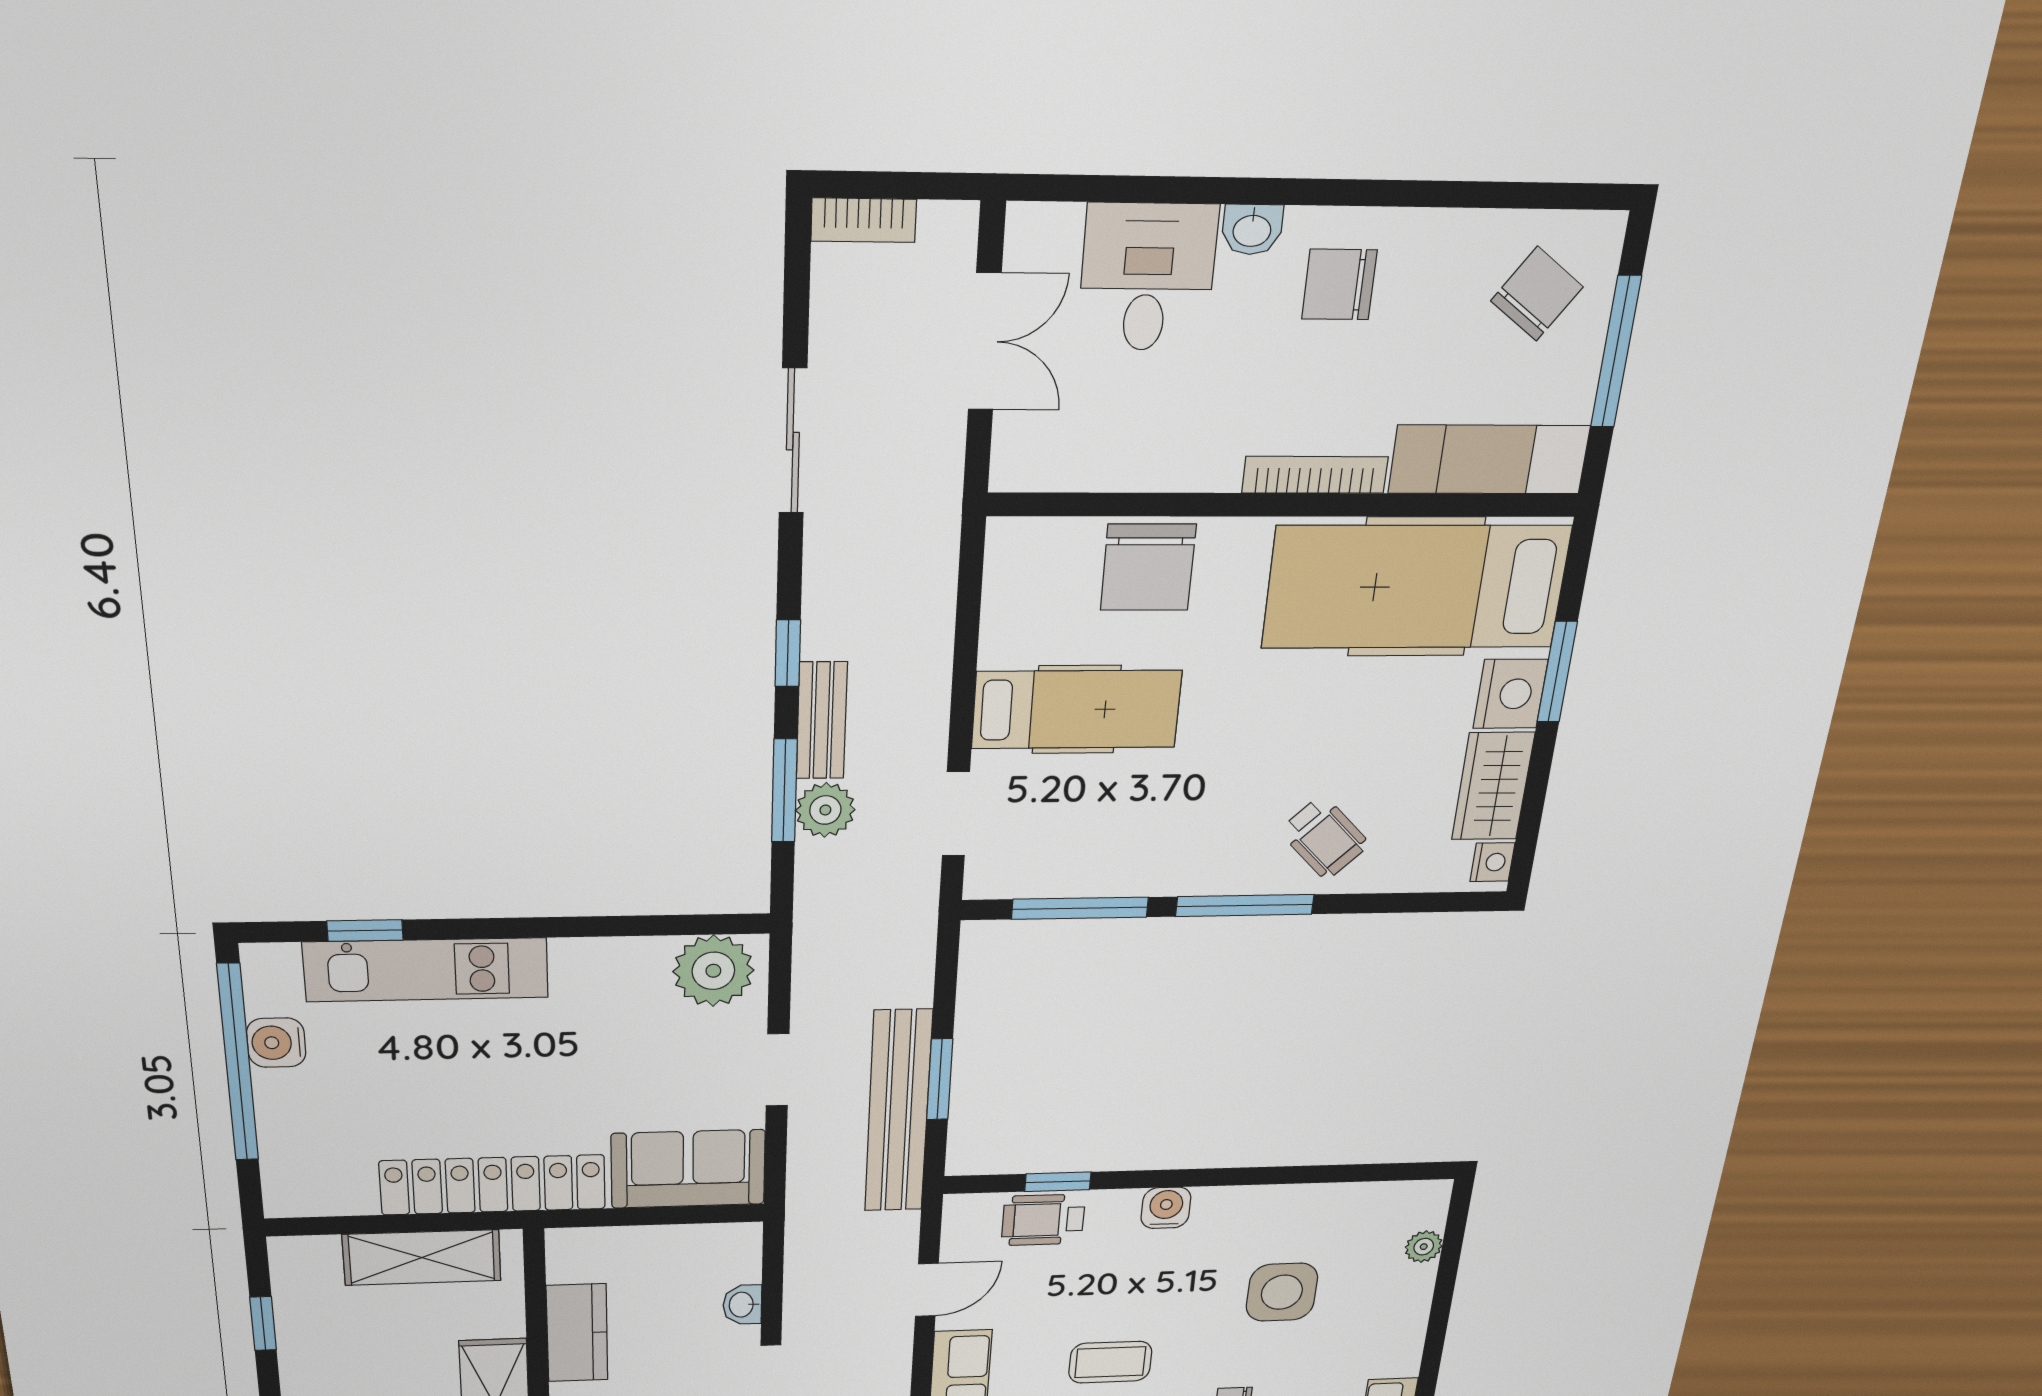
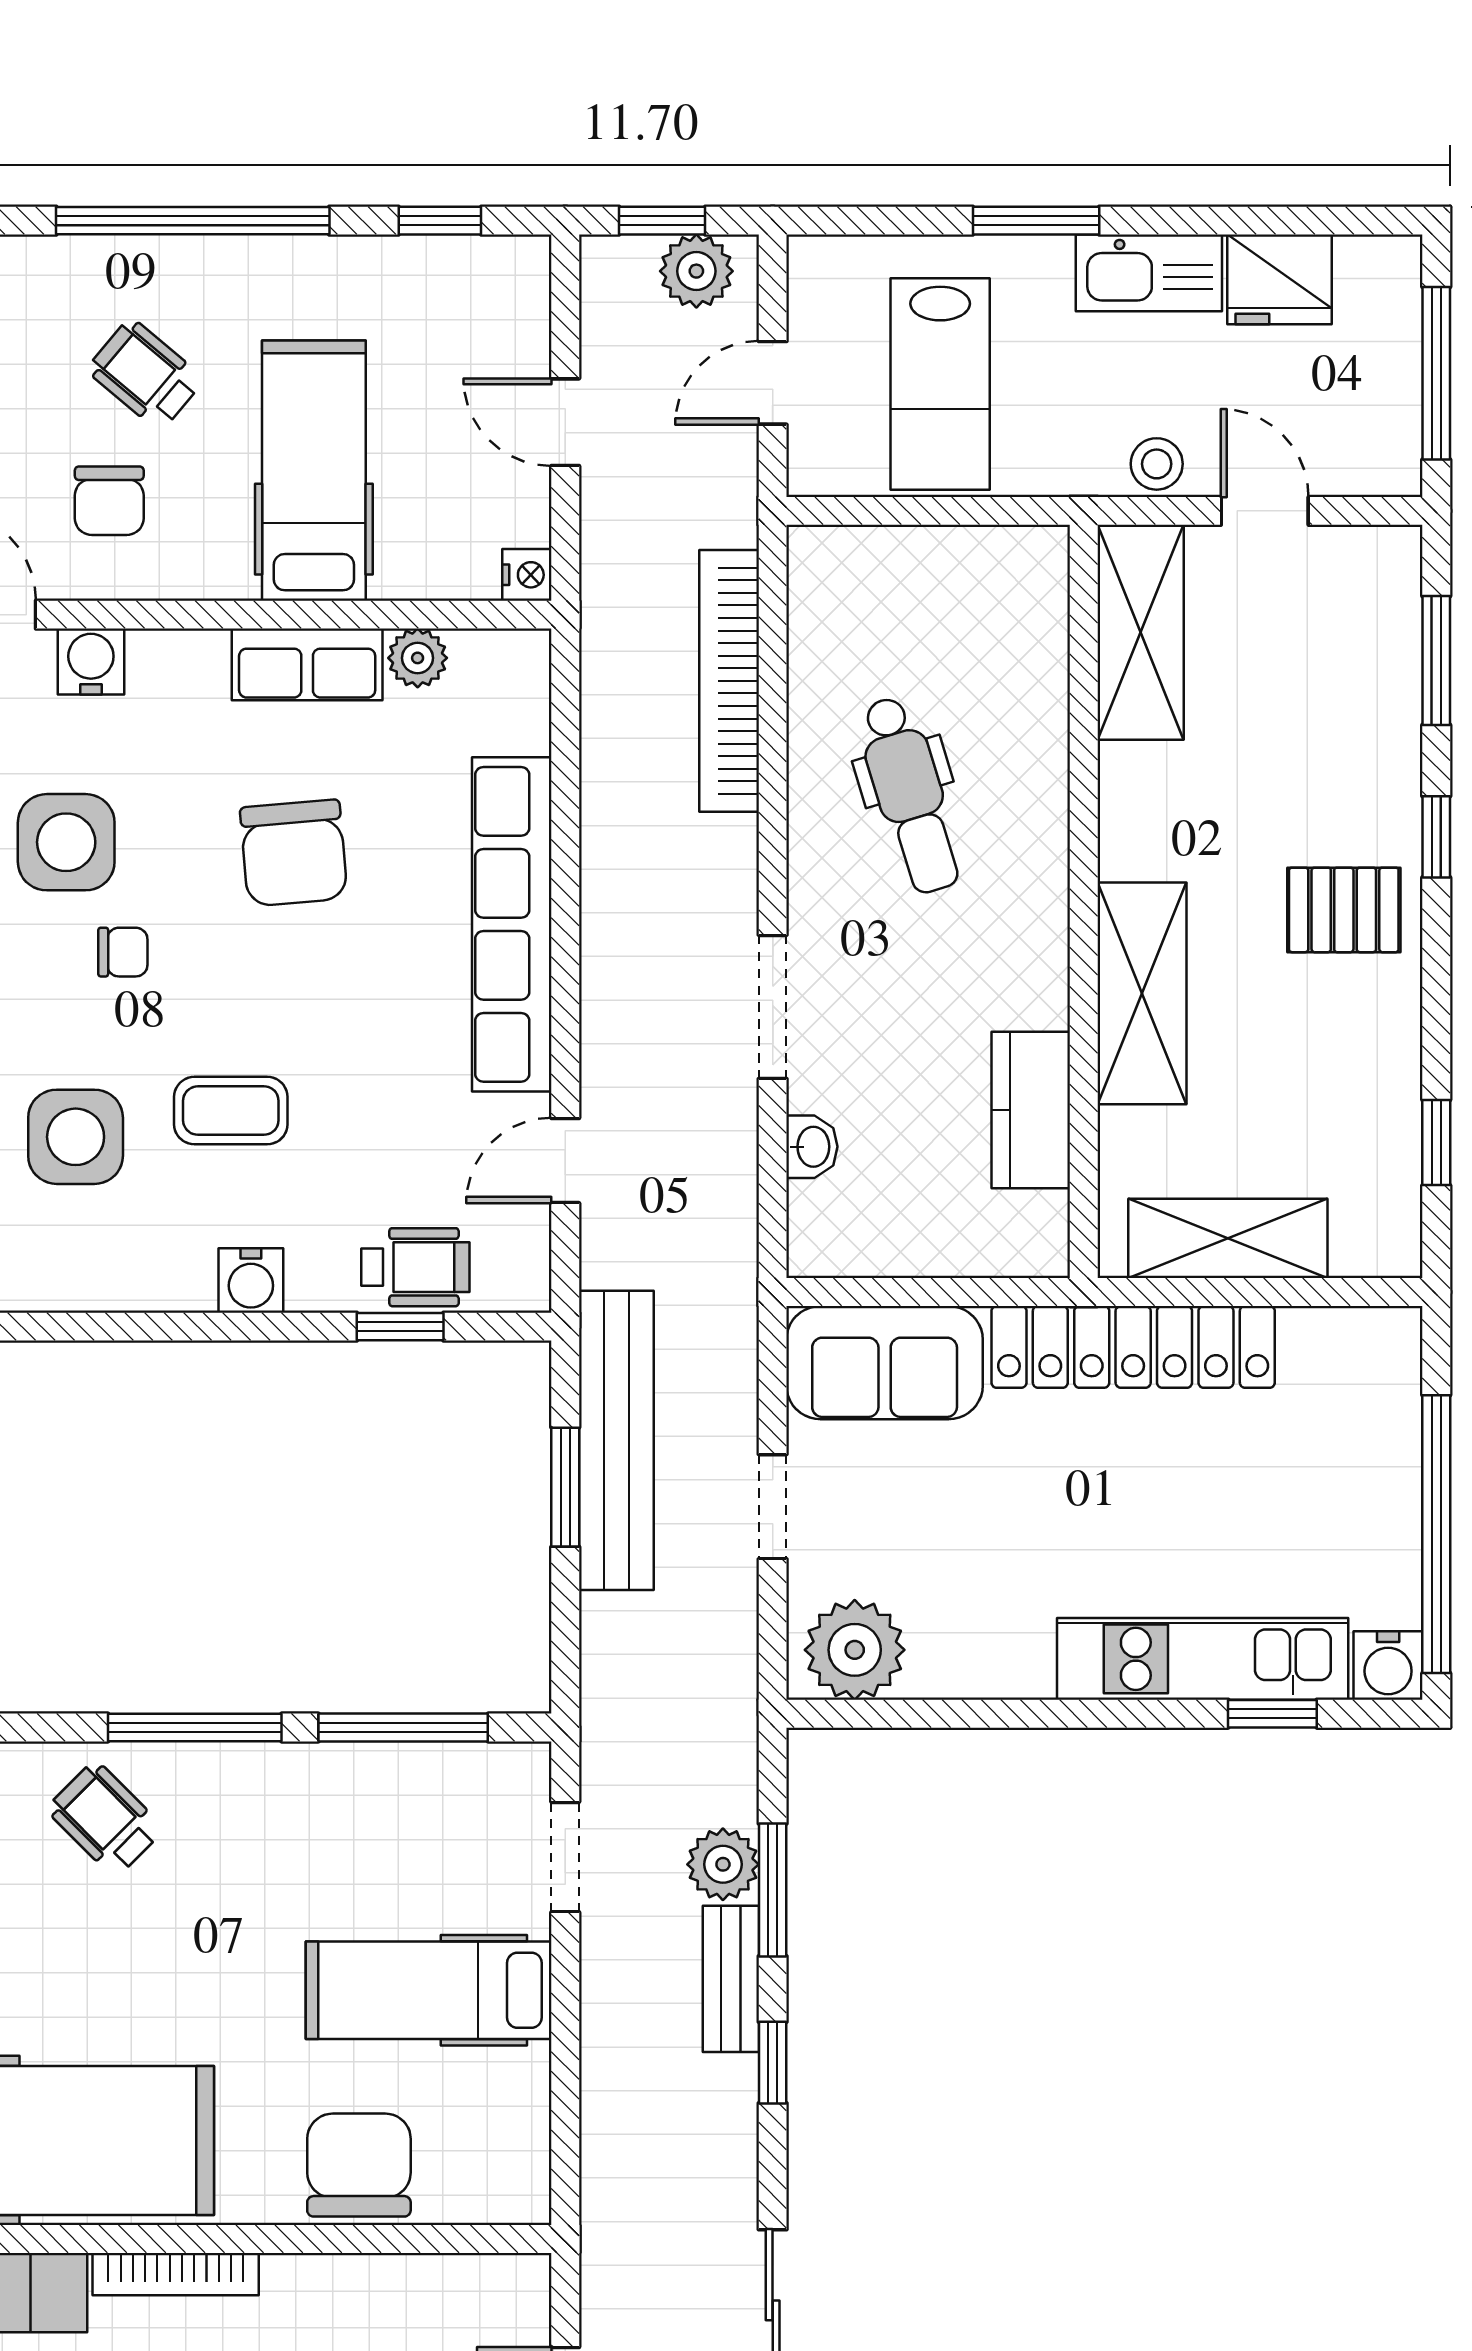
water cooler: (276, 1043) -> (1388, 1666), moved, turned 90
coffee table: (1110, 1362) -> (231, 1111), moved

